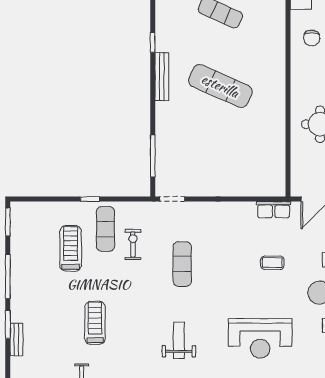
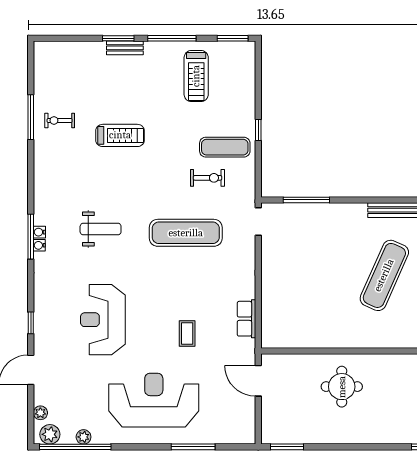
row of seats: (274, 210) -> (246, 319), moved
treadmill: (71, 248) -> (196, 76), moved, turned 90
exercise mat: (182, 264) -> (186, 233), width x1.36, depth x1.45
bench: (16, 340) -> (125, 48), moved

